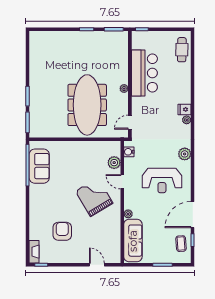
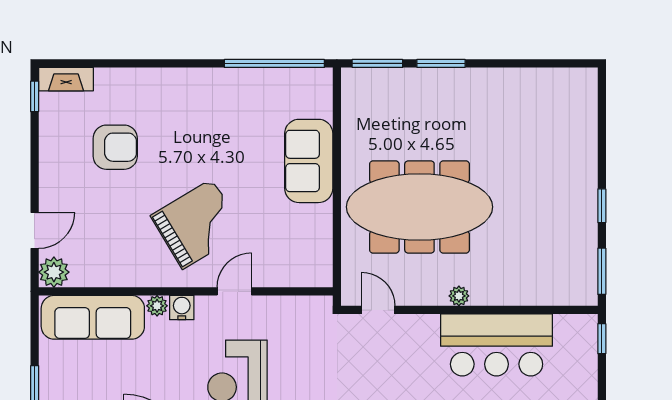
water cooler: (129, 152) -> (182, 307), moved
plant: (114, 163) -> (54, 272), moved
sofa: (39, 166) -> (309, 161), moved, turned 90

